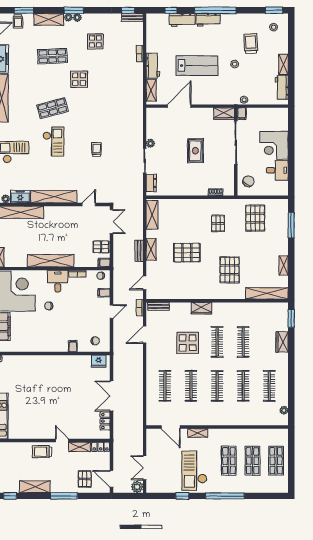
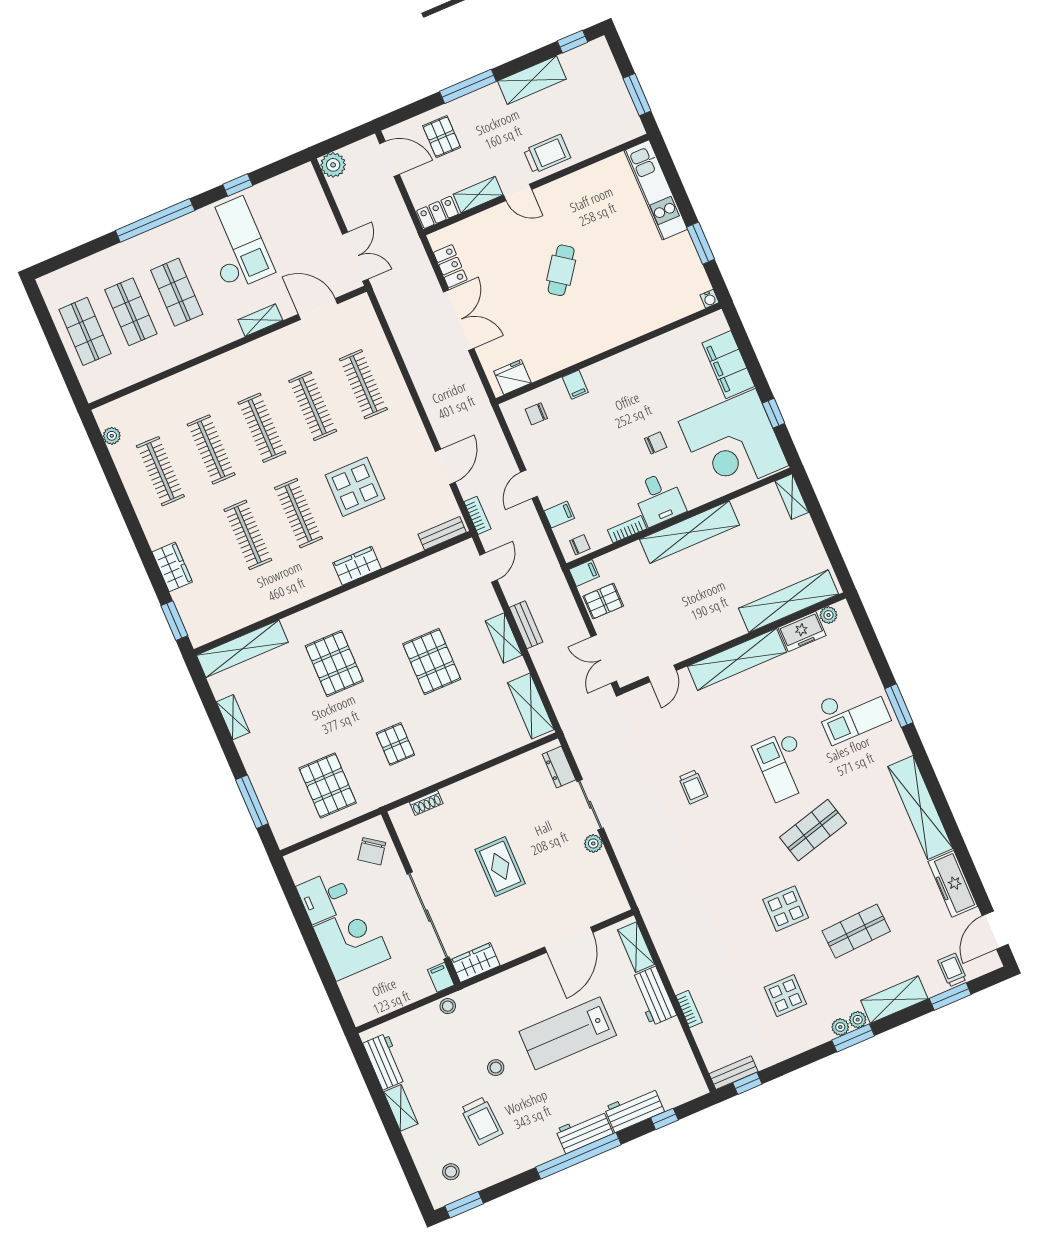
pallet: (187, 253) -> (432, 661), turned 90
cafe table: (58, 399) -> (561, 270), added
double door: (145, 468) -> (355, 257), moved

